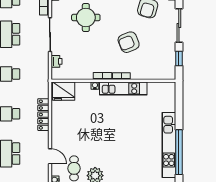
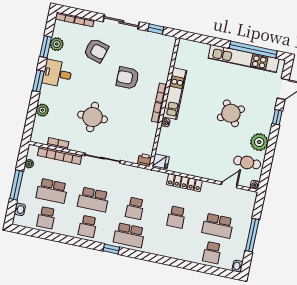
armchair: (129, 42) -> (128, 78), turned 112
printer: (56, 61) -> (145, 160), moved
fridge: (64, 91) -> (161, 161), width x0.53, depth x0.75
round table: (116, 144) -> (231, 113), added

